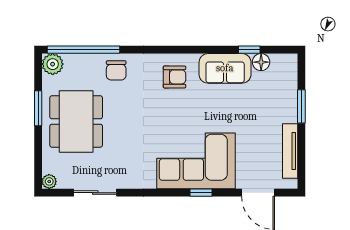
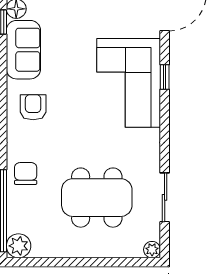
chair: (116, 70) -> (26, 173), turned -90
window: (38, 108) -> (69, 262), removed
dining table: (76, 121) -> (97, 198), moved

